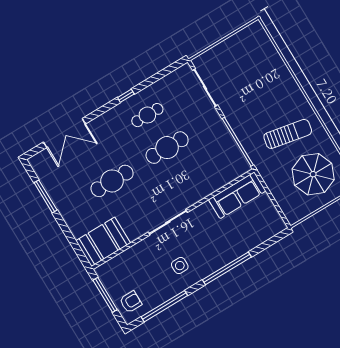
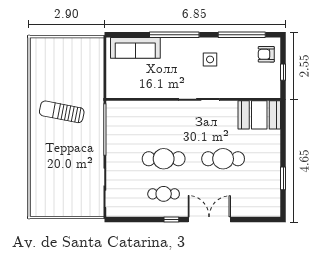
double door: (64, 133) -> (209, 219), moved
parasol: (313, 174) -> (61, 68), removed
sofa: (237, 195) -> (135, 48), moved, turned 180
window: (46, 196) -> (283, 178), width x0.69
window: (105, 295) -> (283, 72), width x0.46

